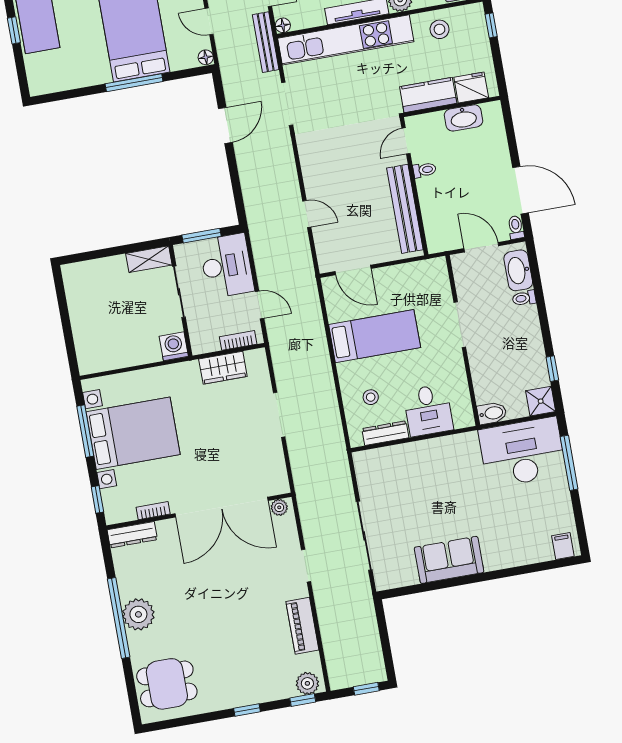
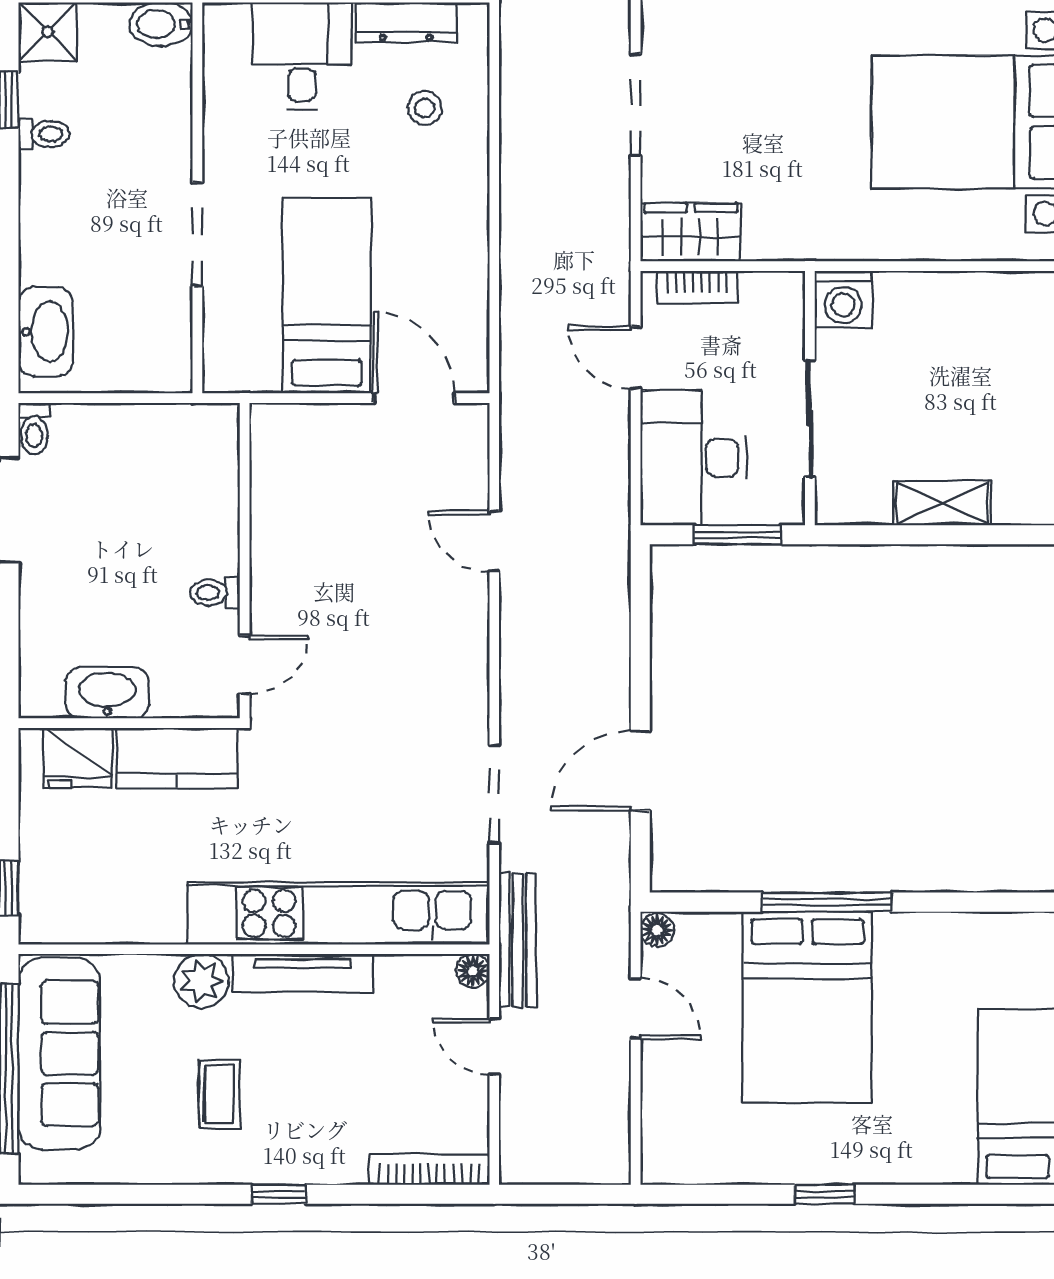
stool: (439, 29) -> (126, 900), removed
bench: (405, 209) -> (274, 514), removed
door: (481, 247) -> (119, 398), removed
shelving: (149, 259) -> (942, 503), moved
toilet: (524, 298) -> (44, 134), moved
bed: (375, 336) -> (327, 296), moved, turned 90
wardrobe: (223, 368) -> (691, 232), moved

